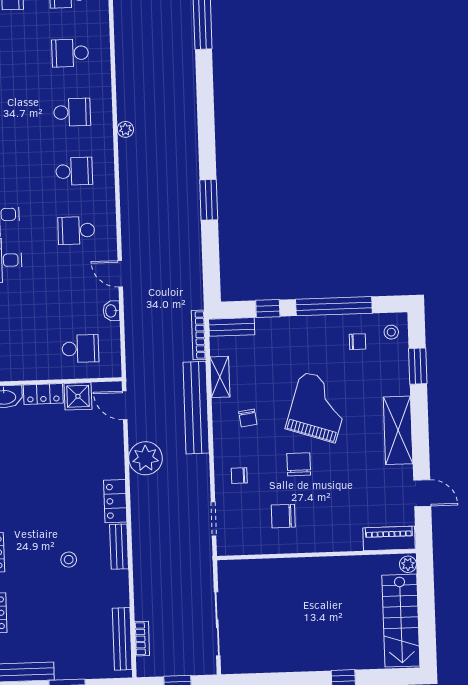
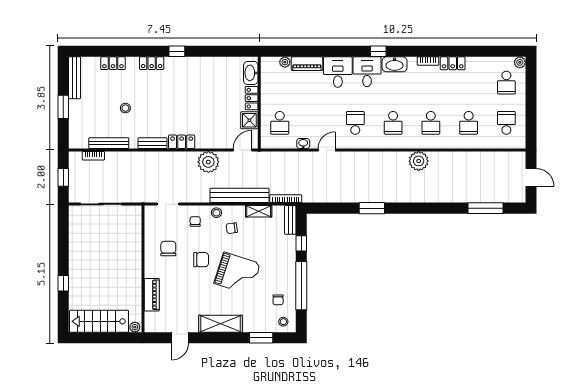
school desk: (70, 53) -> (469, 123), turned 180
plant: (125, 129) -> (419, 161), width x1.88, depth x1.88
stool: (224, 443) -> (216, 213), added
piano: (389, 538) -> (152, 295), moved
stool: (69, 560) -> (125, 108), moved
bench: (122, 639) -> (109, 143), moved

